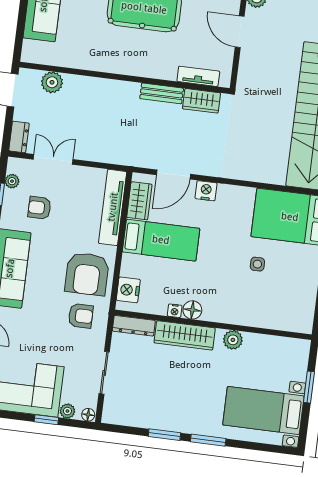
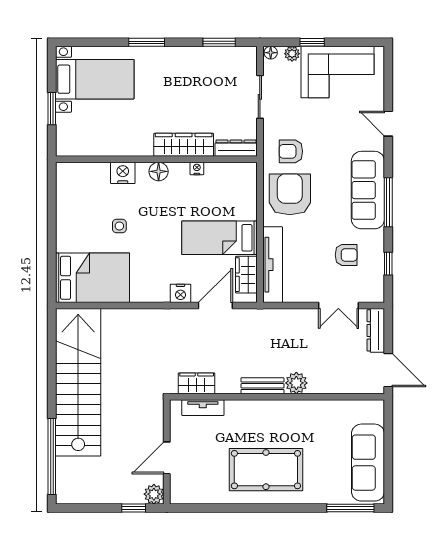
door: (240, 32) -> (167, 458), swing flipped
plant: (52, 82) -> (296, 383), moved
bench: (162, 93) -> (262, 386), moved
dresser: (19, 137) -> (376, 330), width x1.44
plant: (12, 181) -> (377, 278), removed
nightstand: (128, 290) -> (123, 173), moved, turned -90
floor lamp: (192, 310) -> (159, 171), moved
plant: (233, 340) -> (134, 147), removed
window: (164, 435) -> (219, 42), moved

